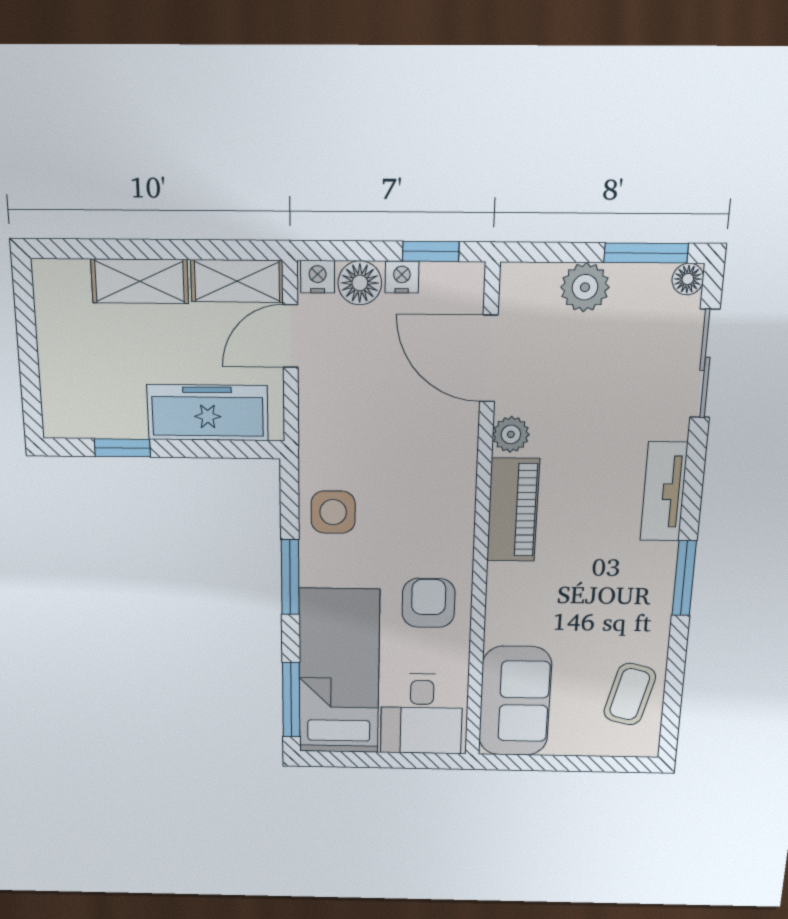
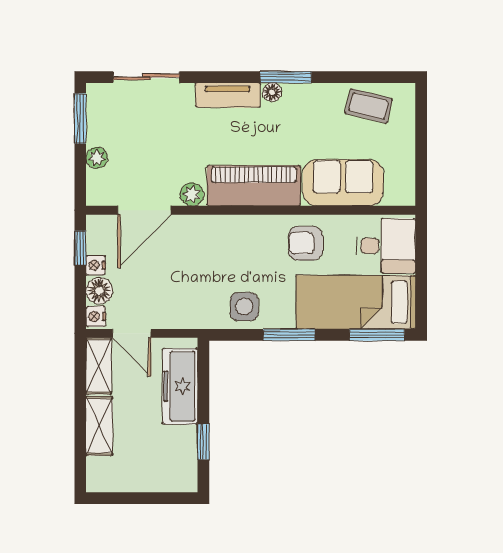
floor lamp: (688, 279) -> (272, 92), moved
plant: (585, 287) -> (97, 158), width x0.73, depth x0.73
piano: (513, 510) -> (254, 186), width x1.37, depth x1.33
sofa: (515, 701) -> (343, 183), moved

